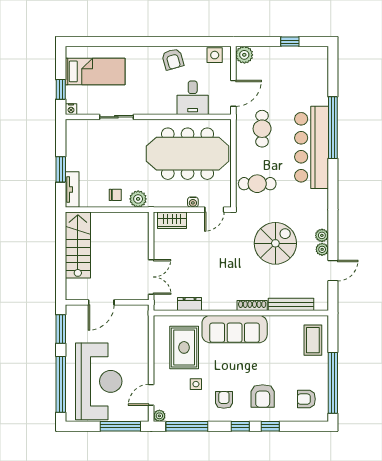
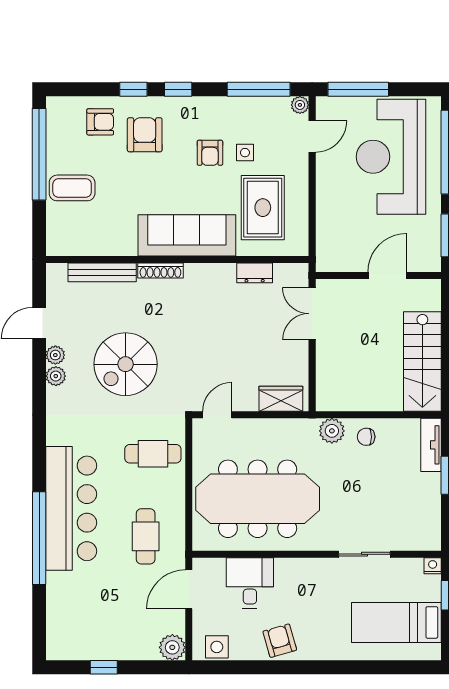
water cooler: (193, 202) -> (250, 426), removed
coffee table: (313, 340) -> (72, 188), moved, turned 90
armchair: (306, 399) -> (100, 122), moved
armchair: (224, 400) -> (210, 153), moved

